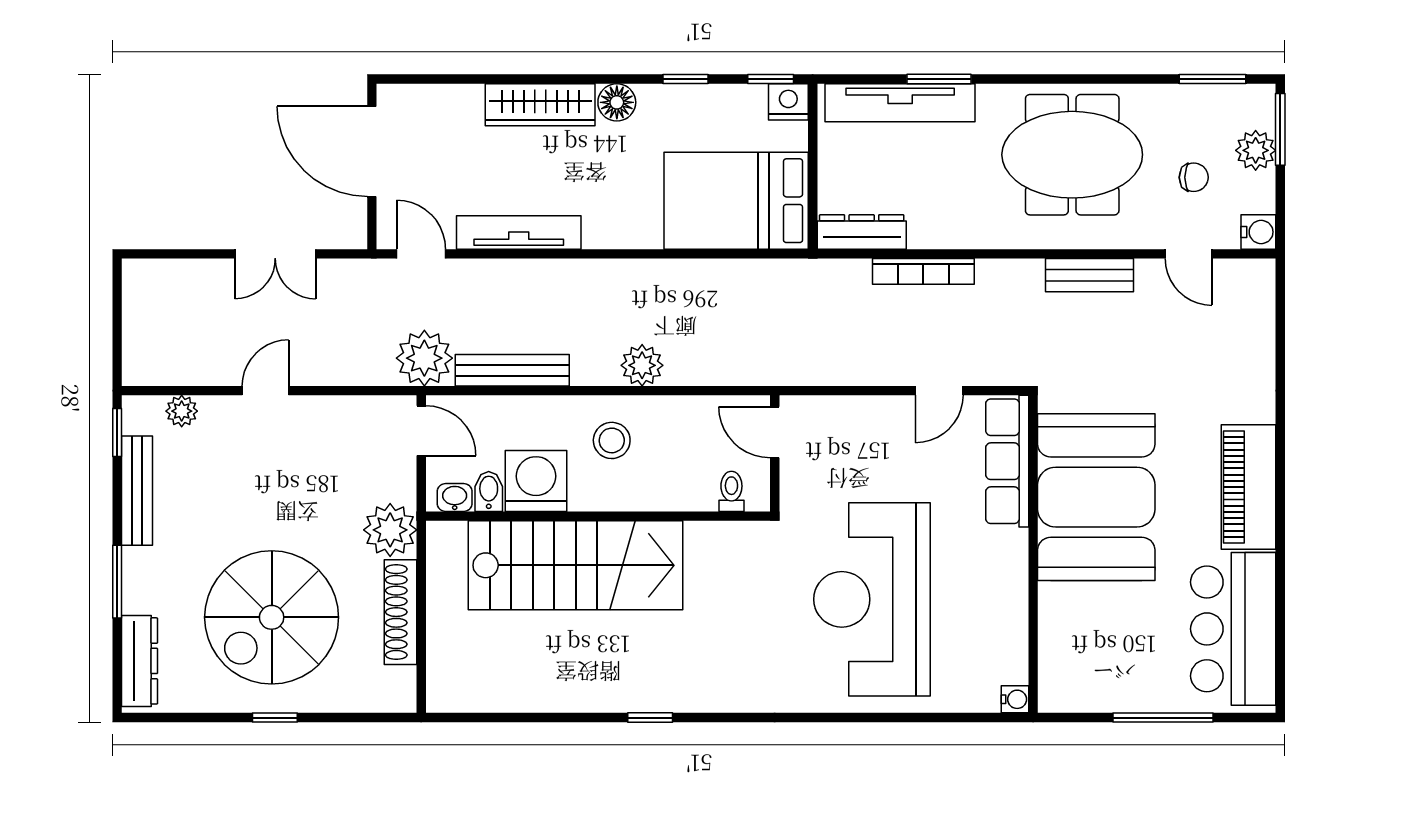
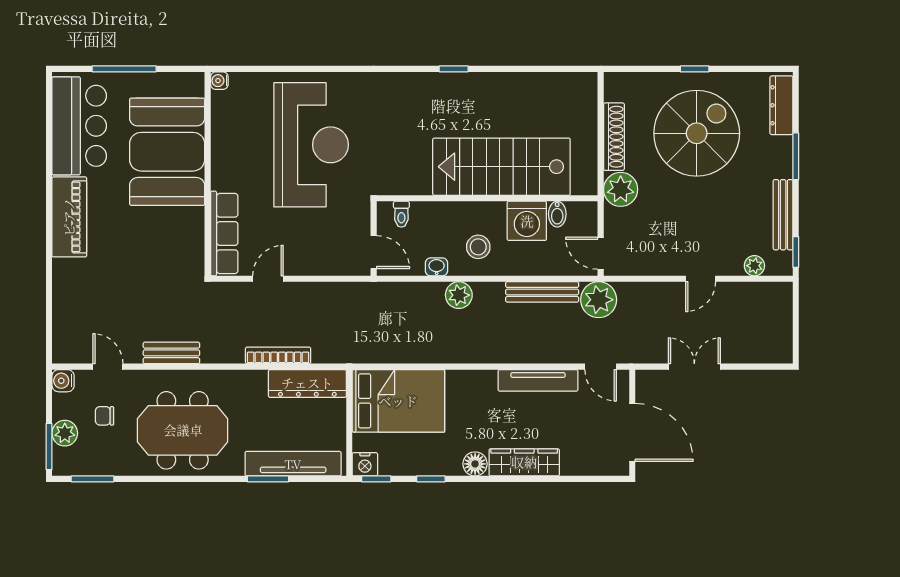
dresser: (862, 232) -> (307, 383), width x1.37, depth x1.24
booth: (1096, 497) -> (167, 152), moved
washbasin: (455, 498) -> (437, 267), moved, turned 180

